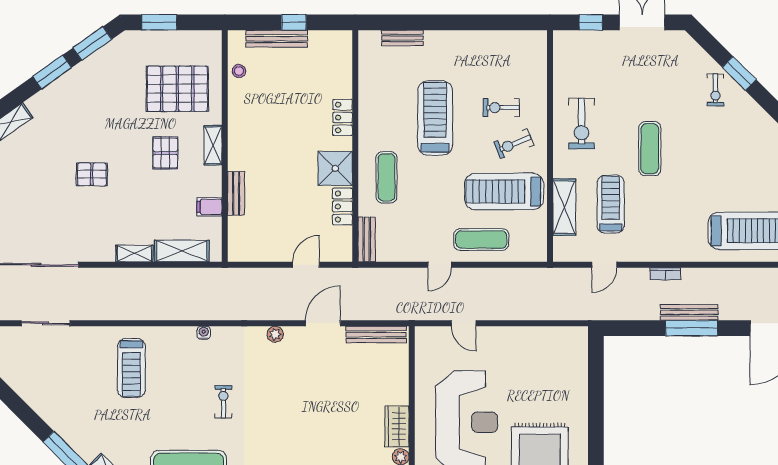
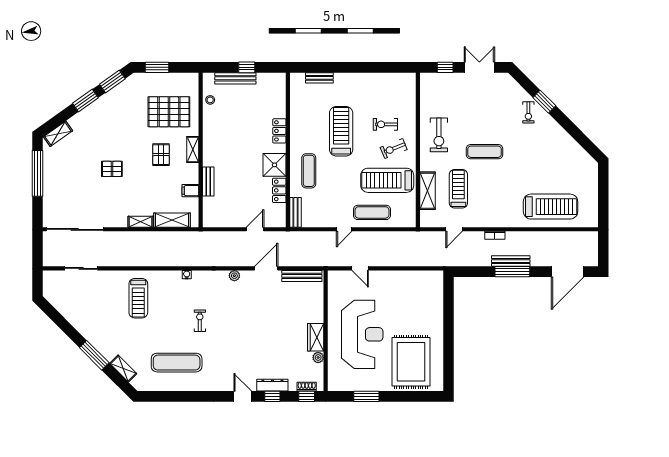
exercise mat: (650, 149) -> (484, 152), turned 90

